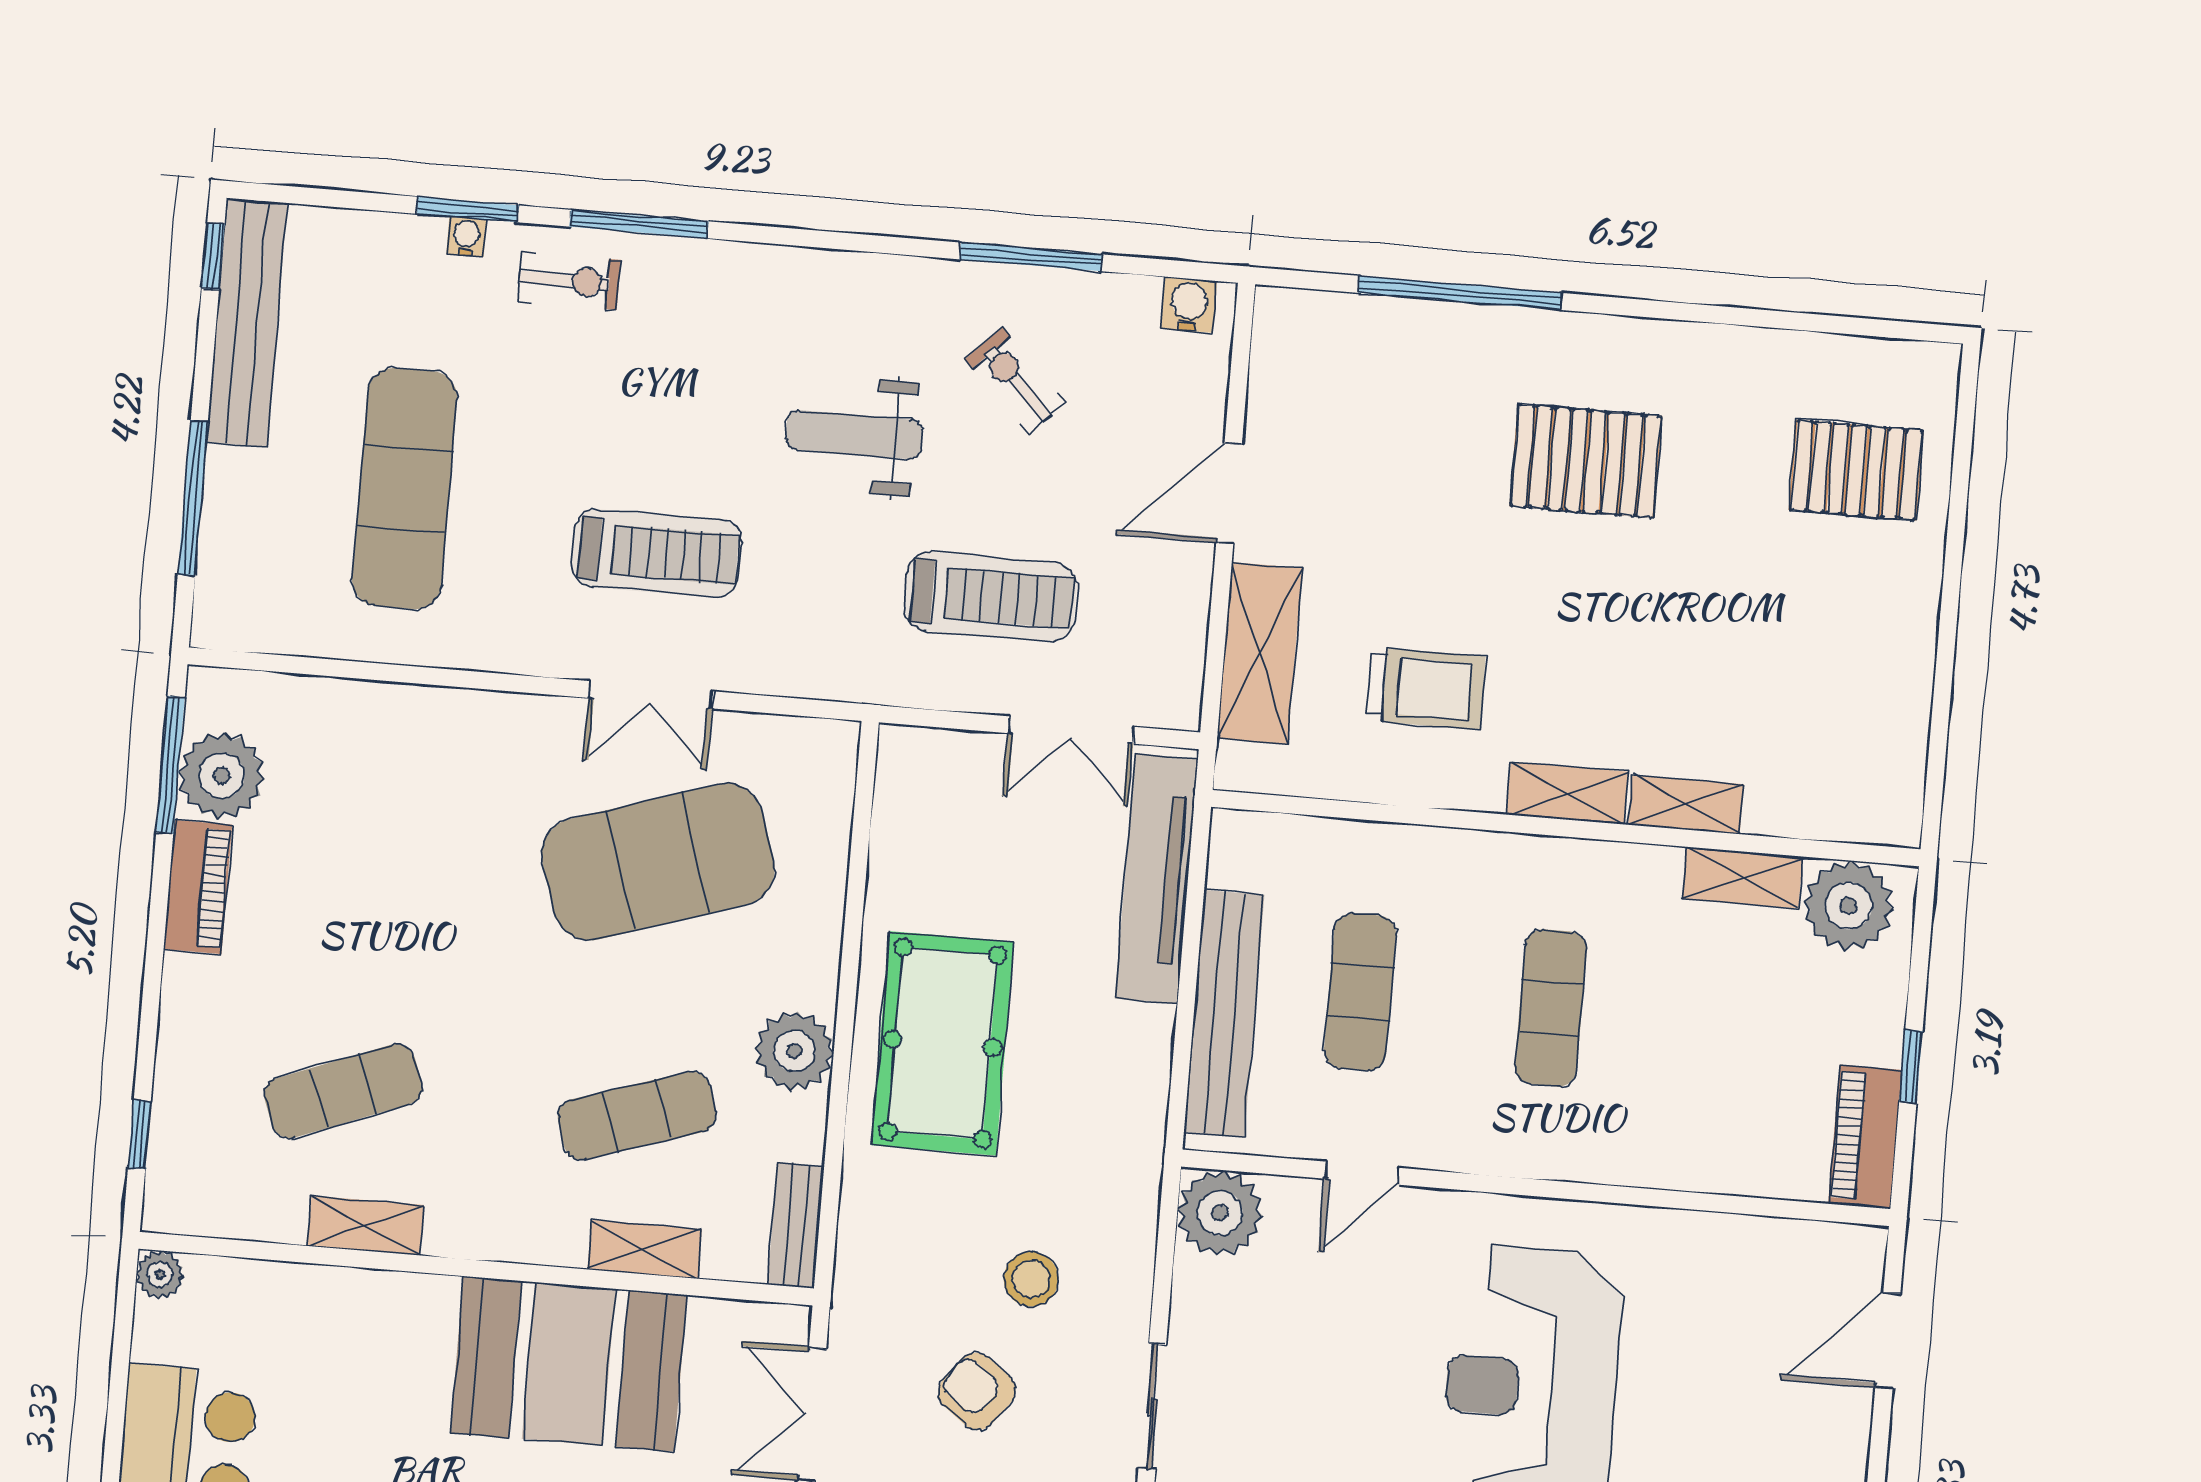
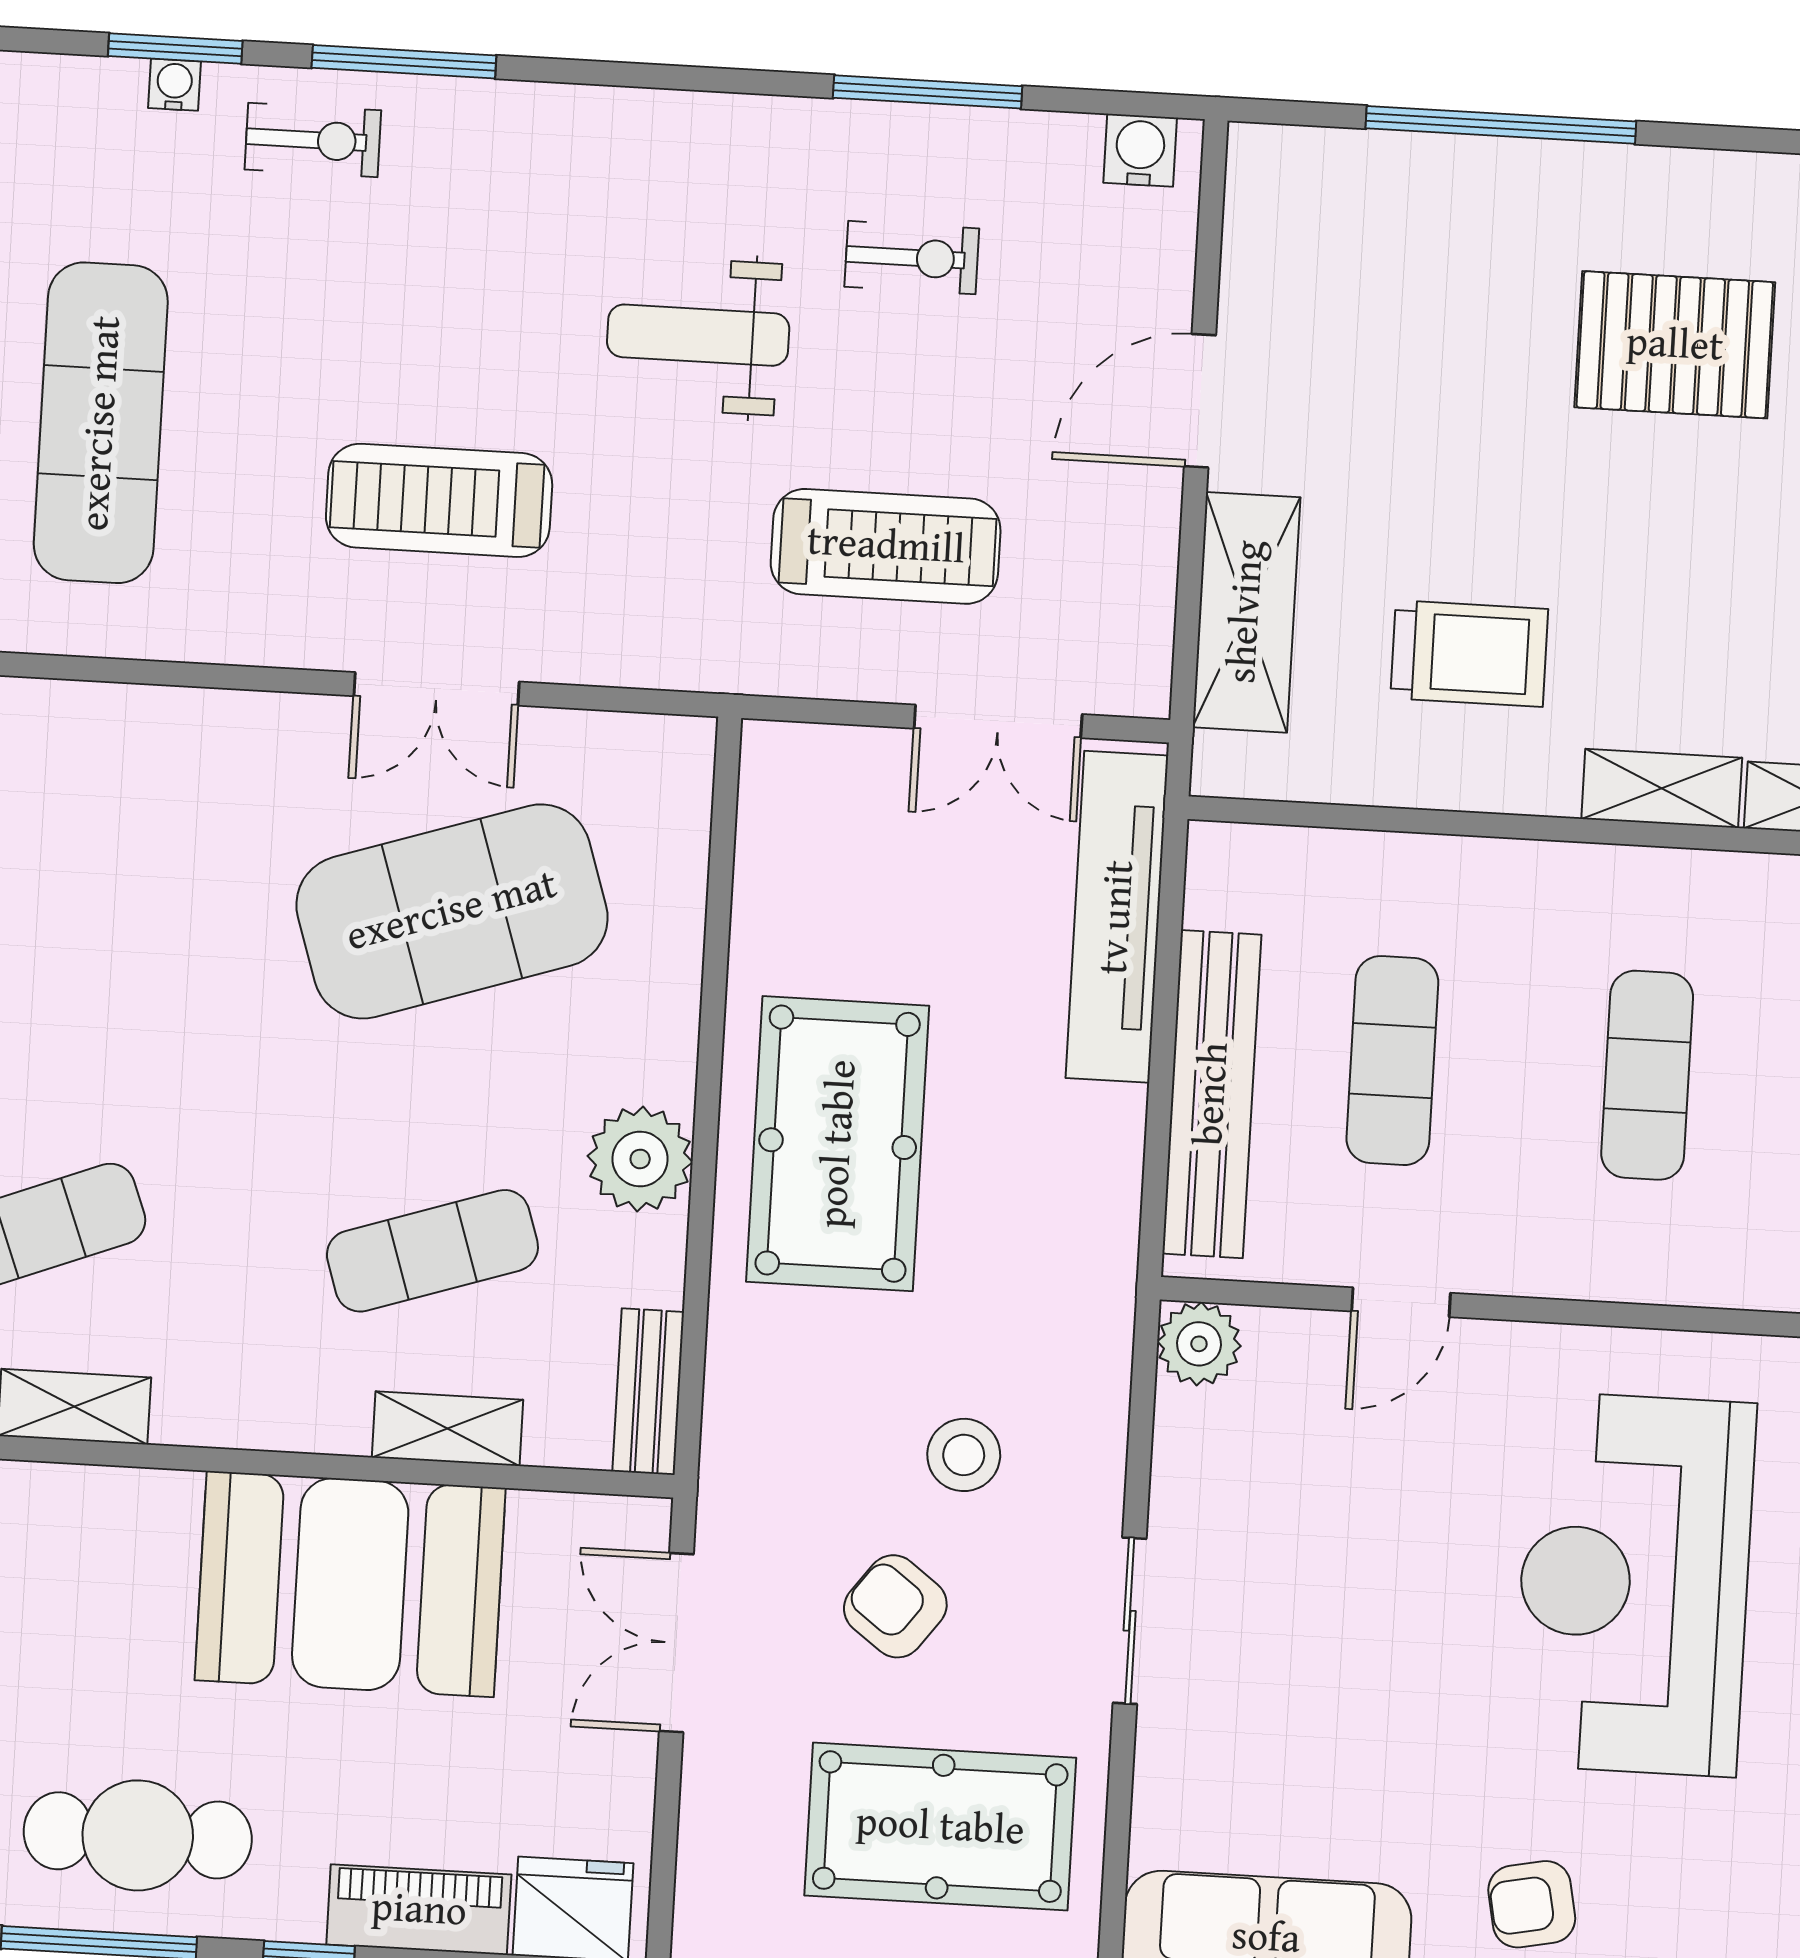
exercise bike: (1016, 381) -> (912, 258), turned 135
treadmill: (657, 553) -> (439, 500), turned 180
plant: (1220, 1213) -> (1199, 1344), width x0.73, depth x0.73

